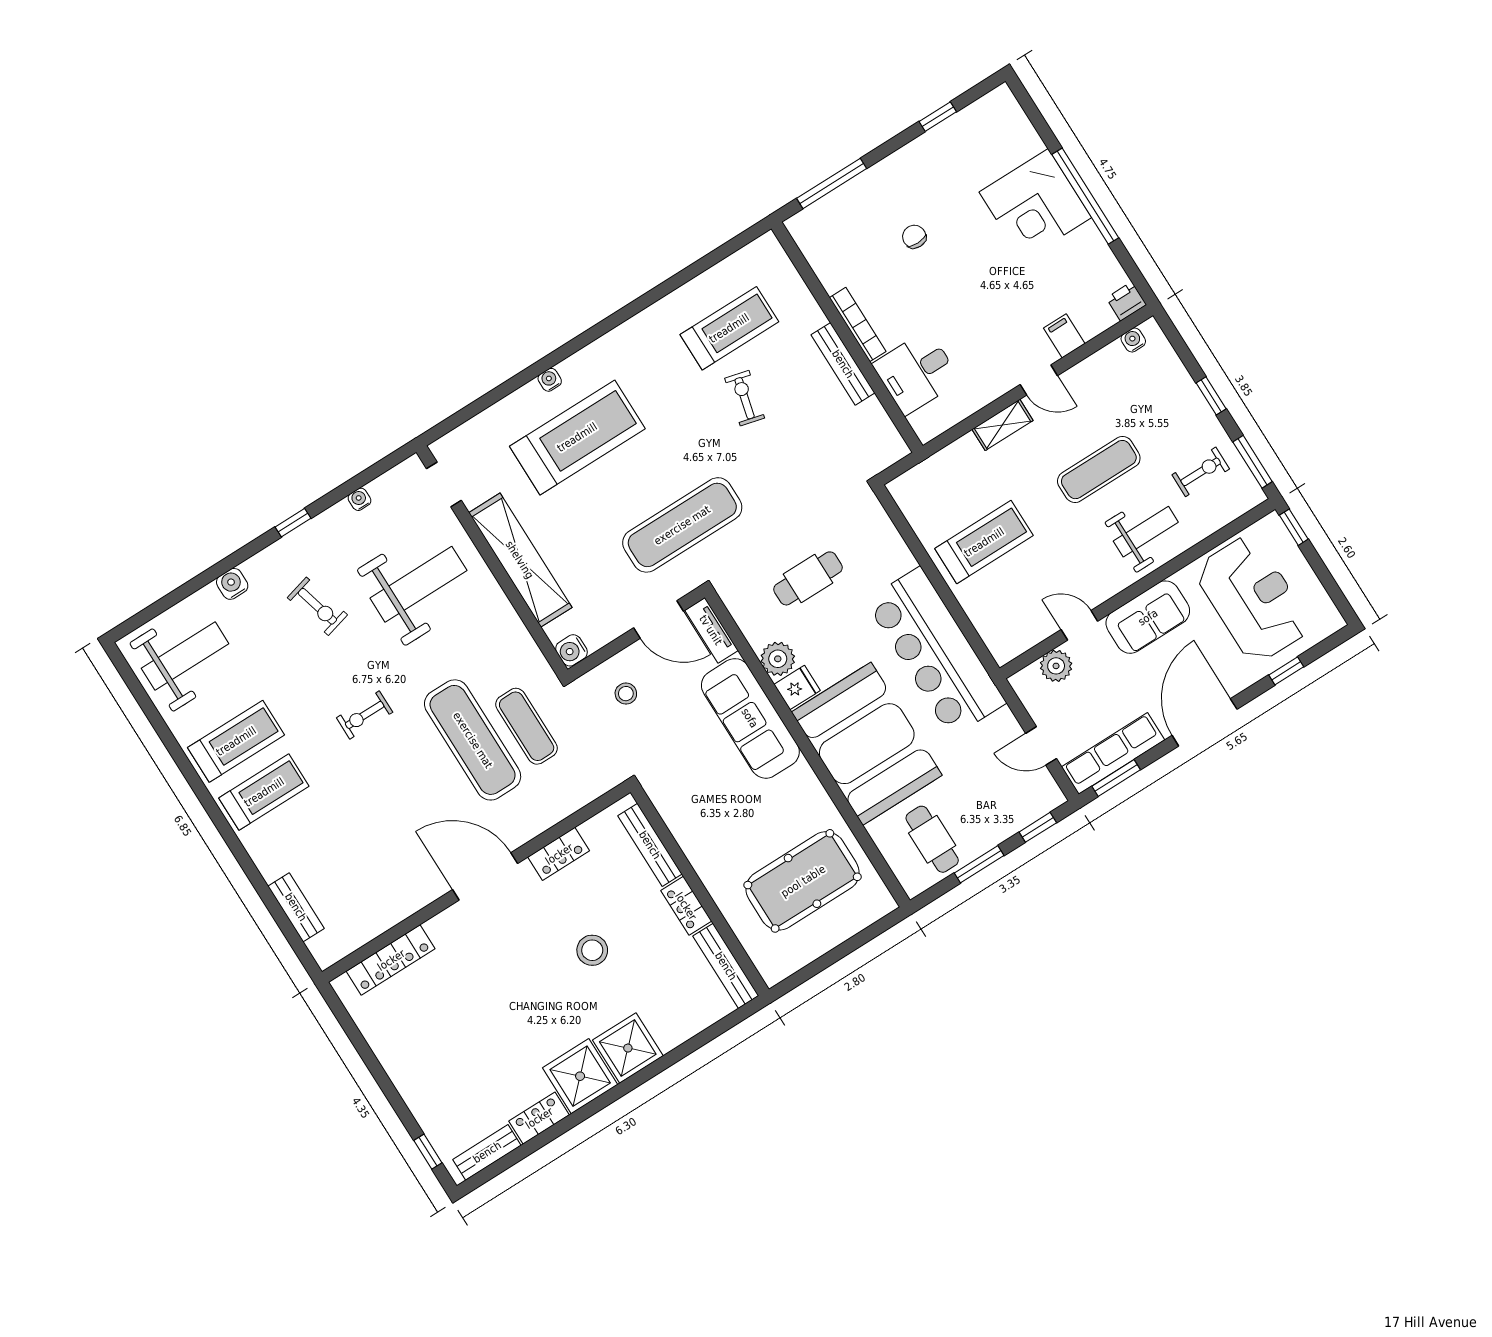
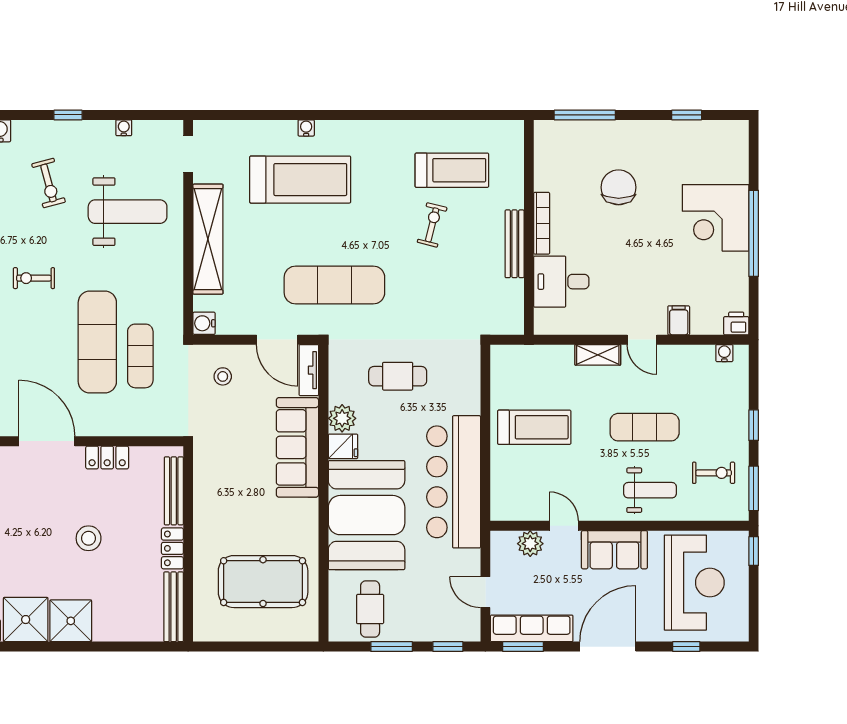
chair: (914, 237) -> (619, 187), width x1.87, depth x1.87

